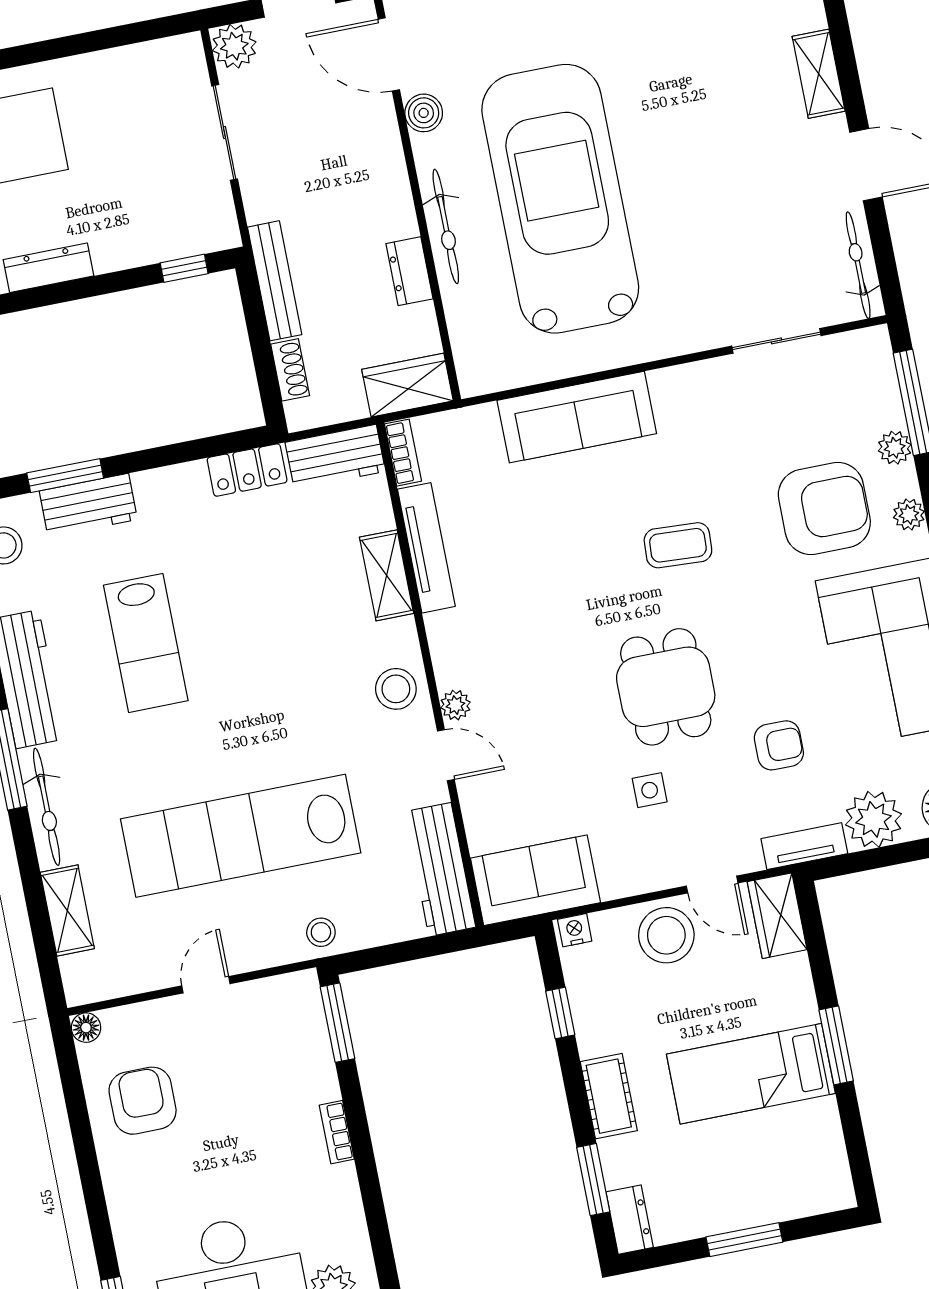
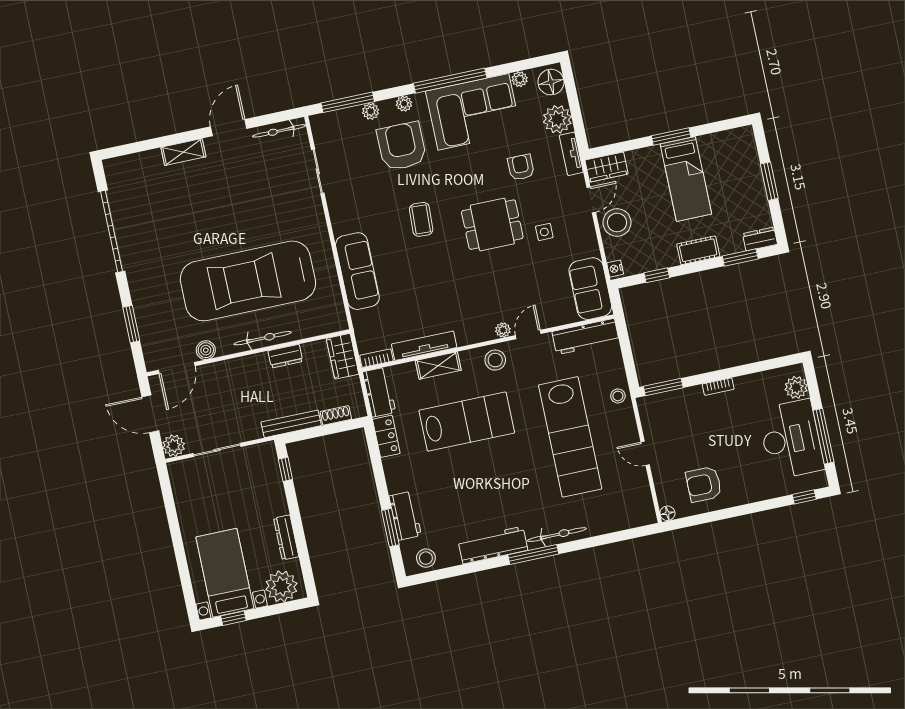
lab bench: (146, 643) -> (467, 422), moved, width x1.36, depth x1.39
shelving: (67, 910) -> (609, 523), removed

